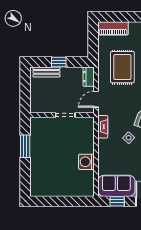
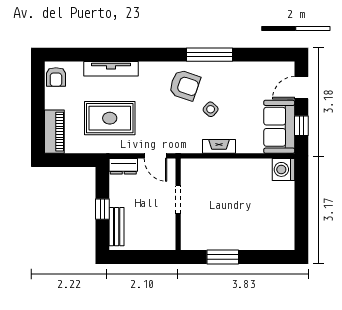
fireplace: (103, 127) -> (219, 146), moved
washing machine: (86, 162) -> (284, 169), moved, turned 90

